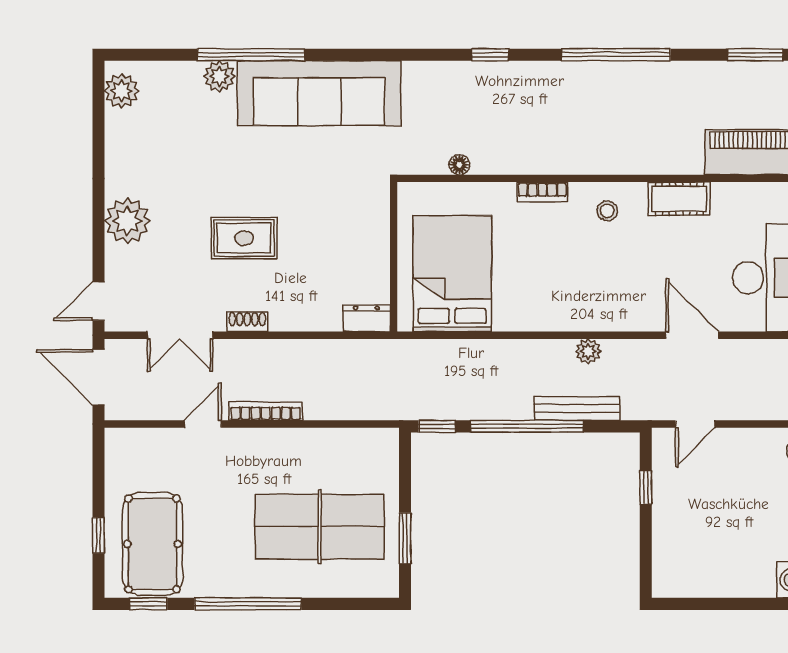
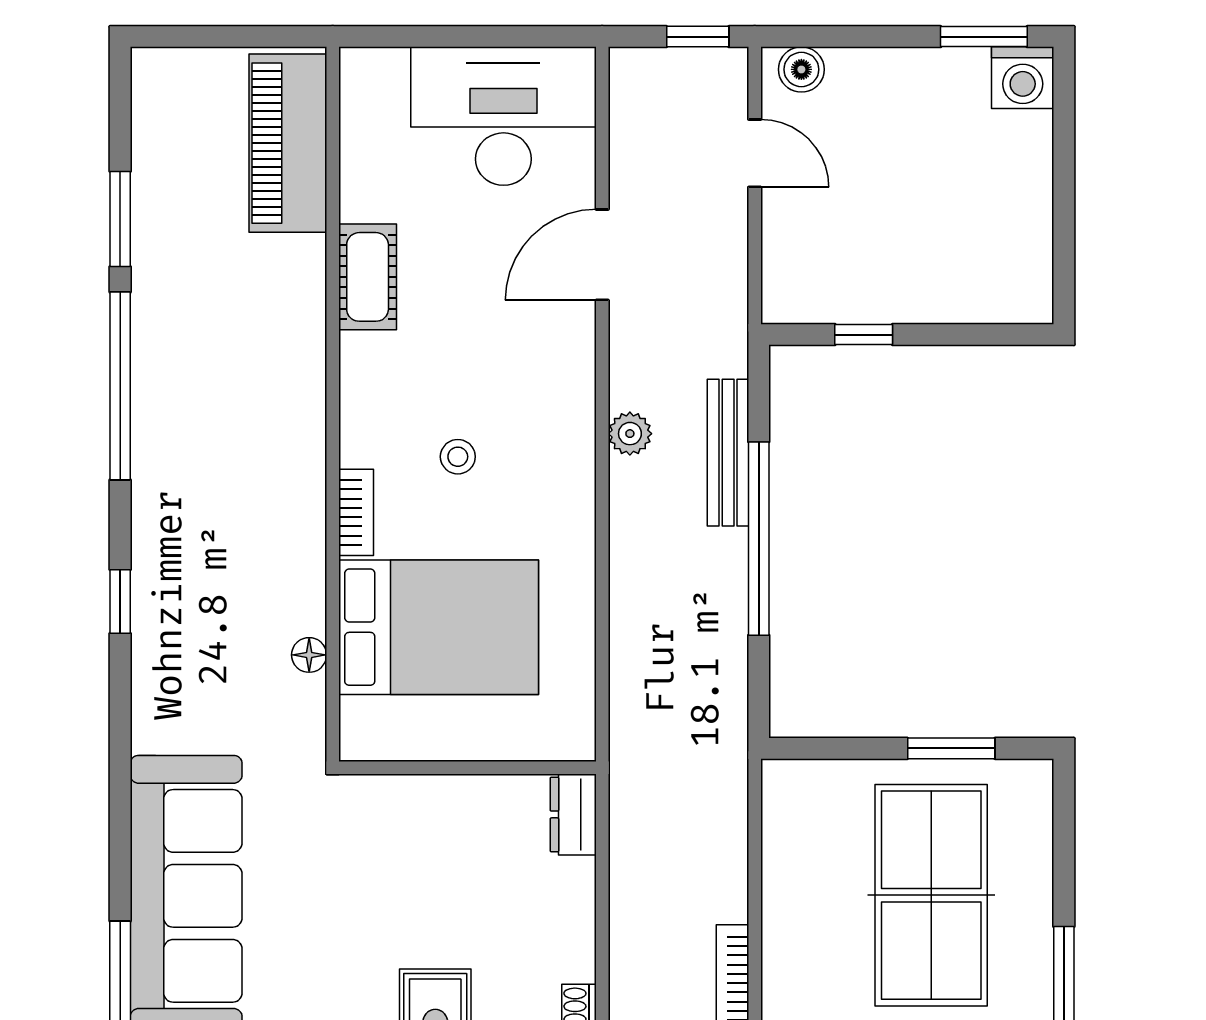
window: (755, 55) -> (120, 219), moved
stool: (607, 211) -> (458, 457), moved
bed: (452, 274) -> (439, 627), moved, turned 180
door: (695, 424) -> (755, 153), moved
window: (437, 426) -> (759, 693), removed

